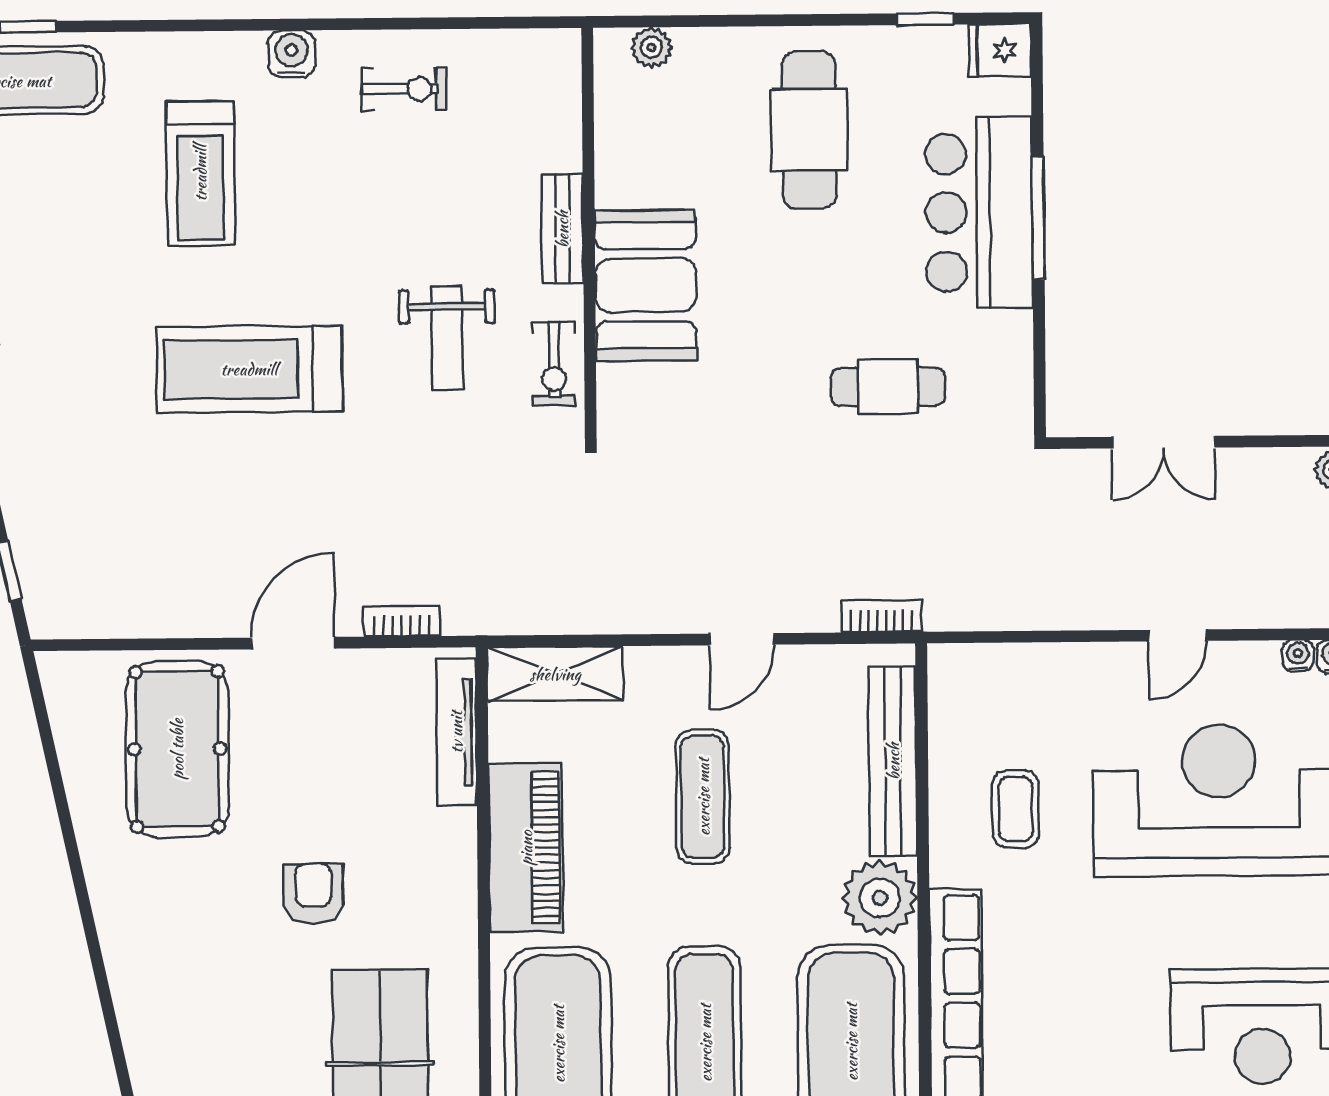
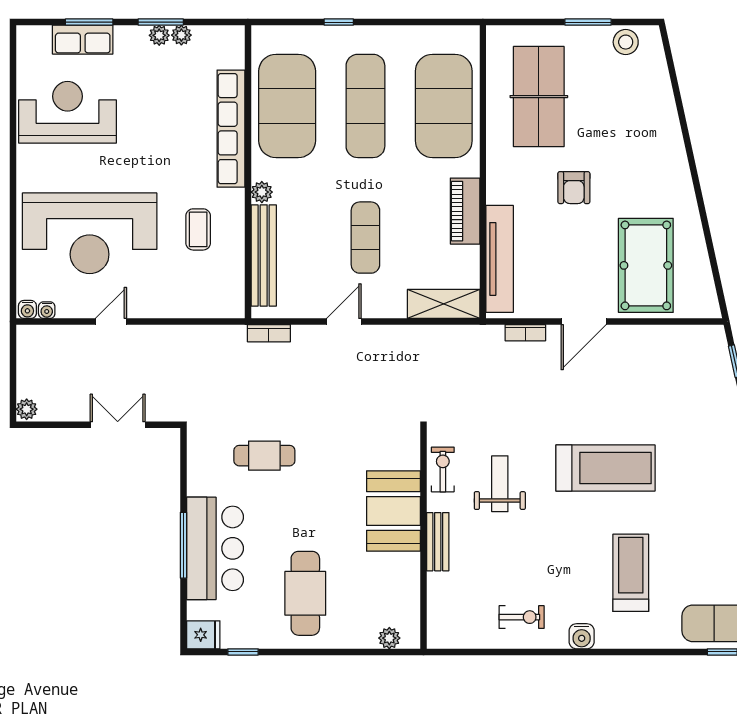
exercise bike: (404, 89) -> (522, 617), turned 180
tv unit: (456, 732) -> (500, 259), width x1.36, depth x1.29
piano: (526, 848) -> (465, 211), width x0.73, depth x0.75
plant: (880, 898) -> (262, 192), width x0.53, depth x0.53

